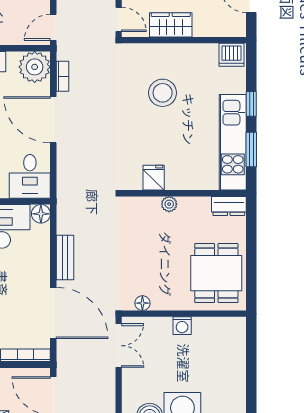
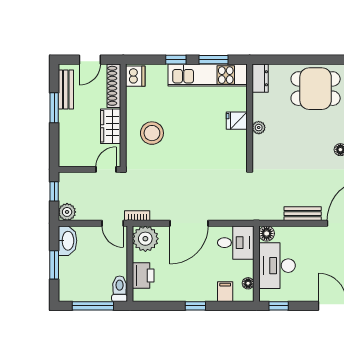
shoe rack: (220, 29) -> (114, 86), added
bookcase: (62, 76) -> (137, 216), moved
stool: (163, 93) -> (152, 133), moved
fridge: (154, 178) -> (237, 121), moved

